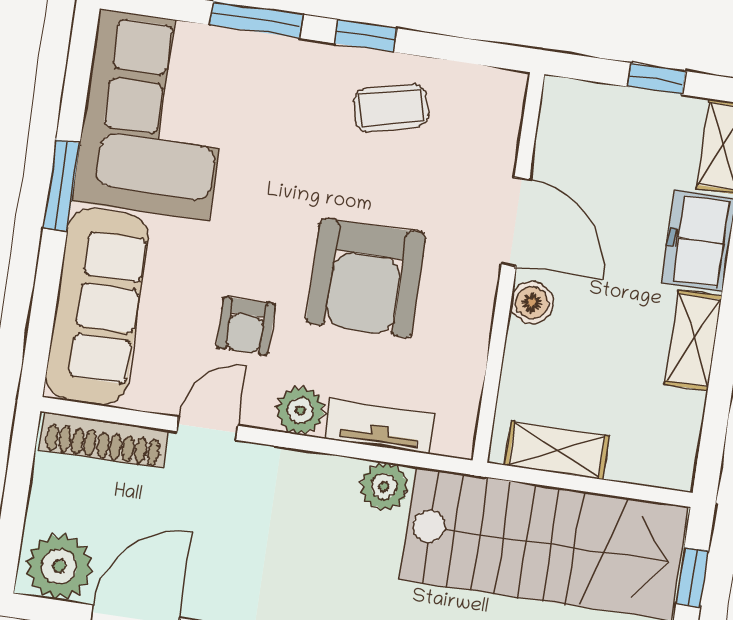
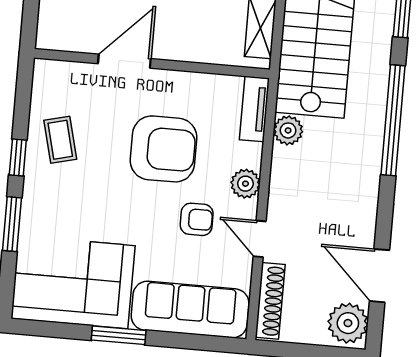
boiler: (532, 303) -> (172, 48), removed
tv unit: (380, 426) -> (254, 109), moved

